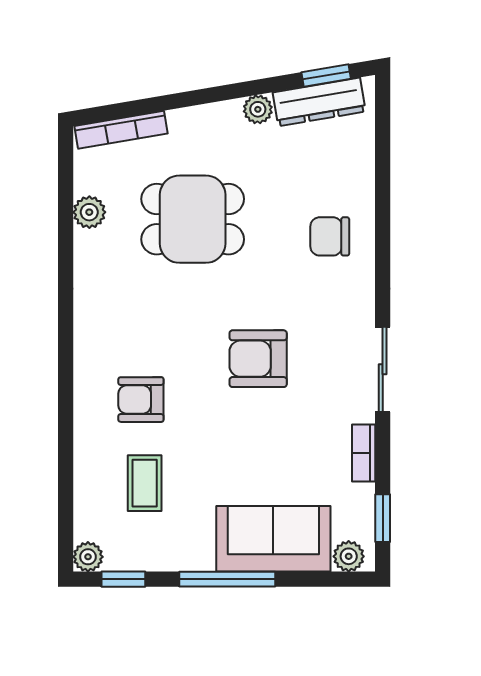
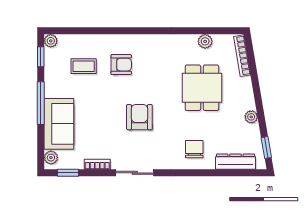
dresser: (319, 102) -> (236, 162), moved, turned 100
armchair: (141, 400) -> (121, 65), turned 90

